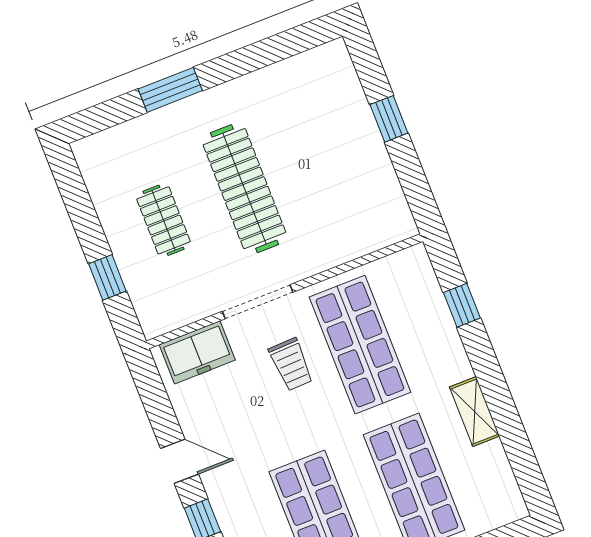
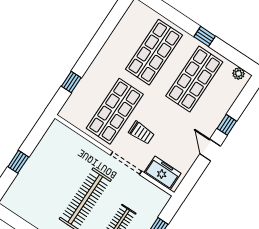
trolley: (291, 364) -> (141, 133), turned 92
shelving: (475, 412) -> (109, 48), removed

